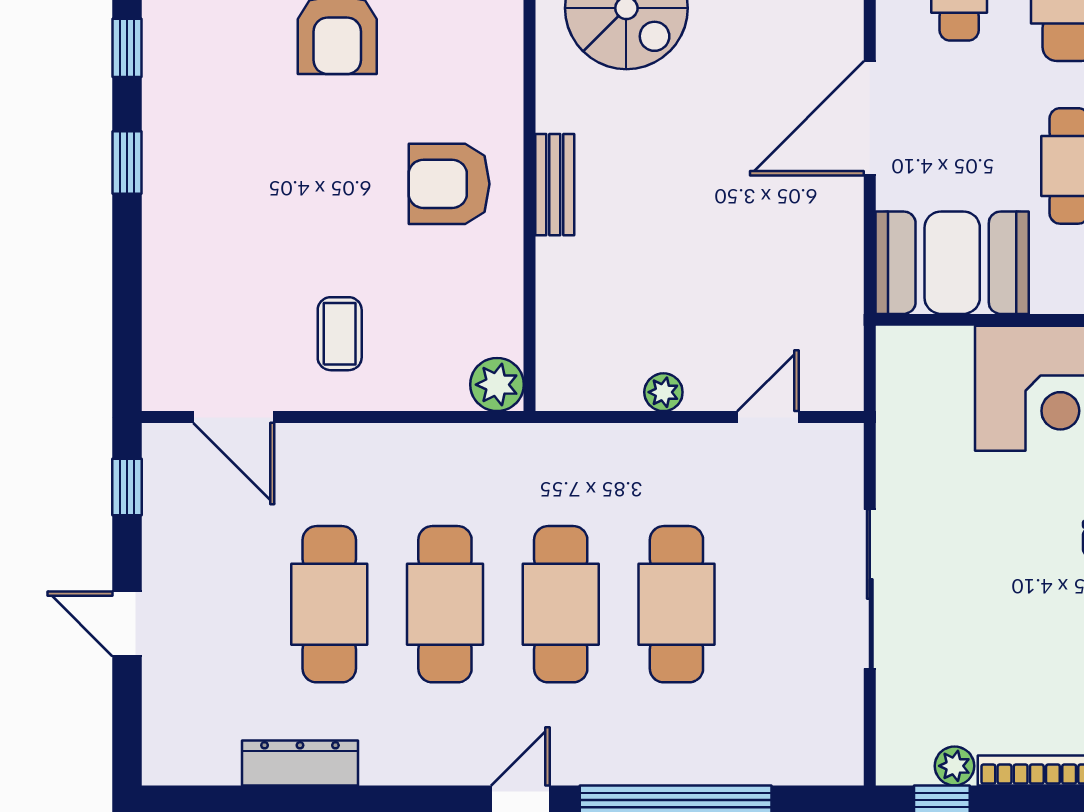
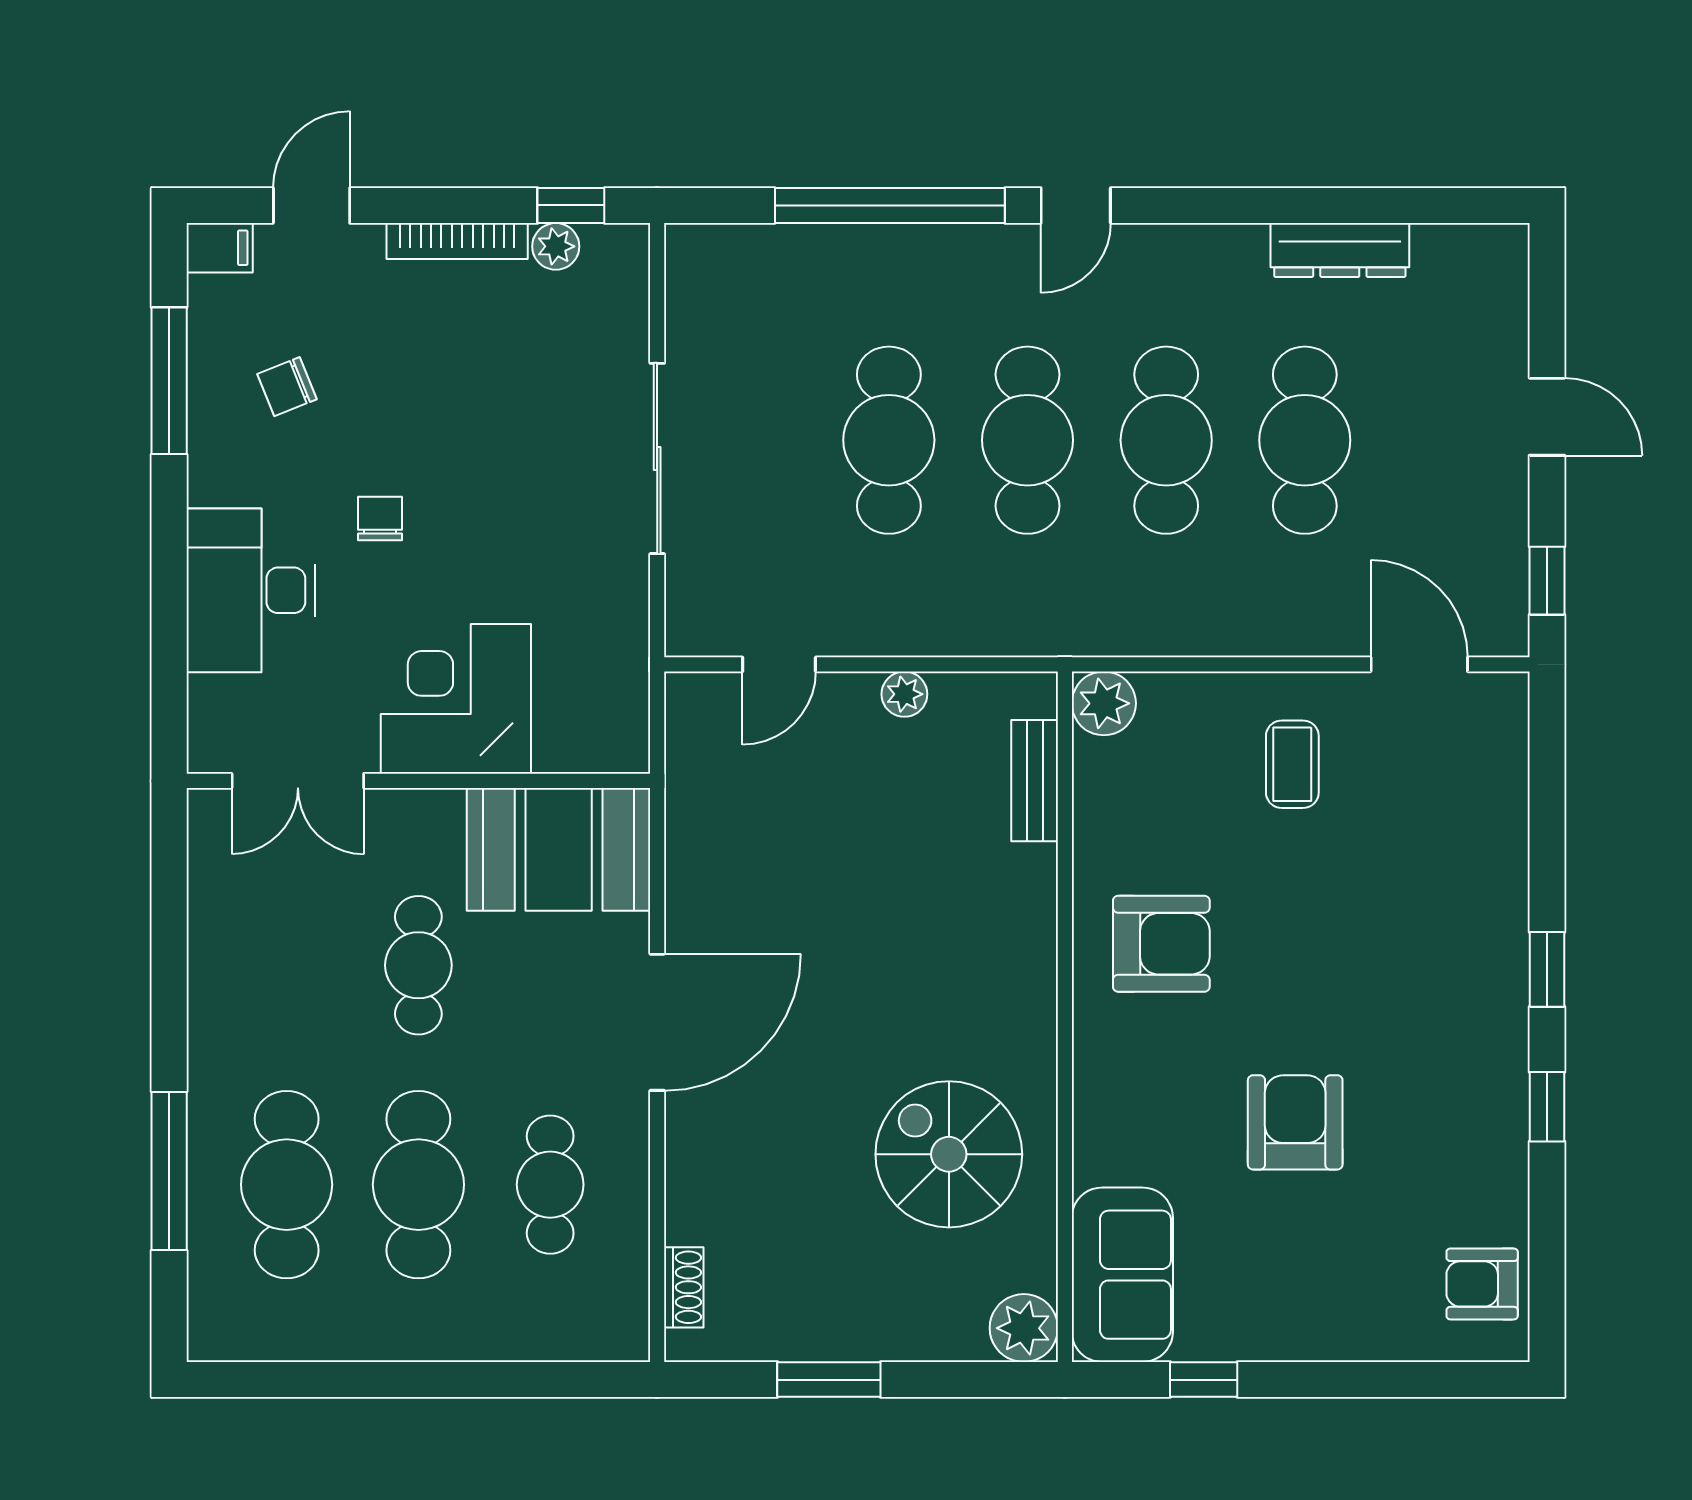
bench: (555, 185) -> (1035, 781), moved

